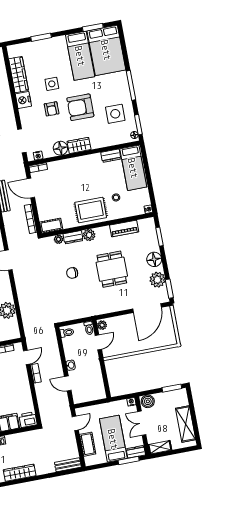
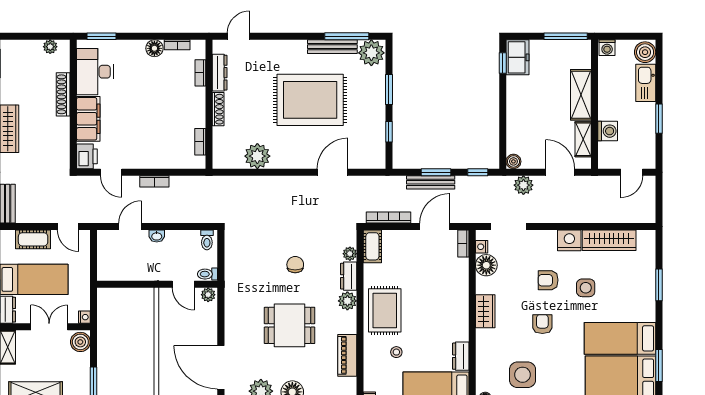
armchair: (80, 107) -> (542, 324), width x0.53, depth x0.53
floor lamp: (60, 148) -> (486, 265), moved
door: (27, 357) -> (111, 172), moved

